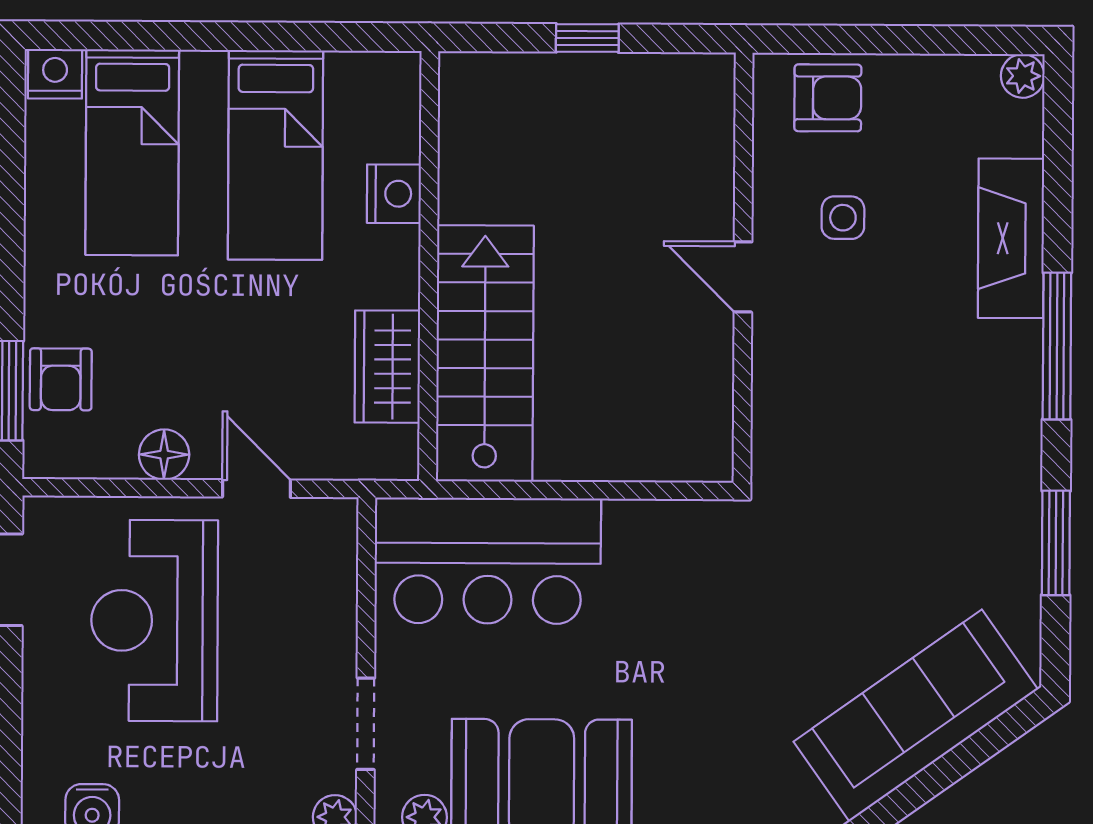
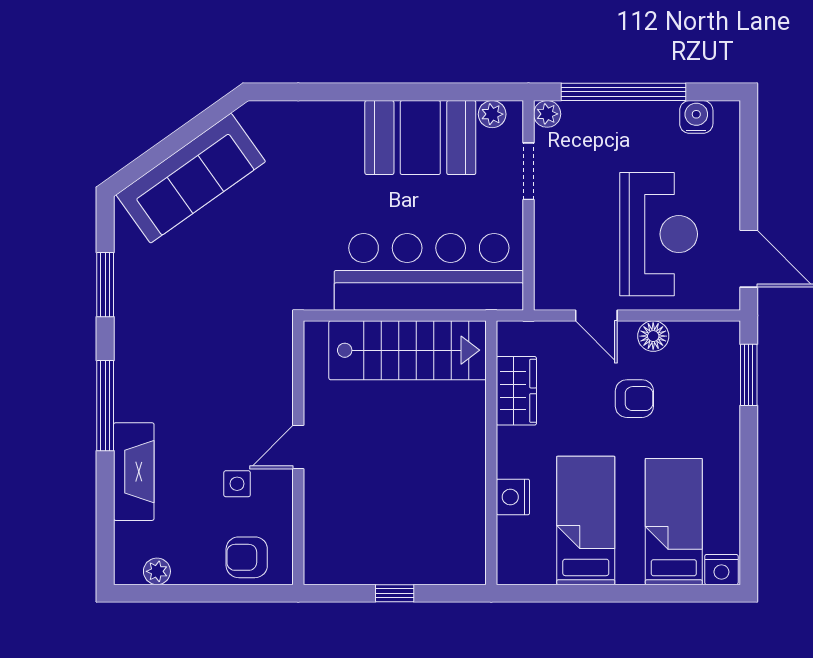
plant: (1023, 76) -> (157, 571), moved
door: (743, 277) -> (298, 447), swing flipped
stairs: (485, 353) -> (408, 350), moved, turned -90
armchair: (61, 379) -> (634, 399), moved, turned 90
bar counter: (488, 561) -> (429, 272), width x1.36

